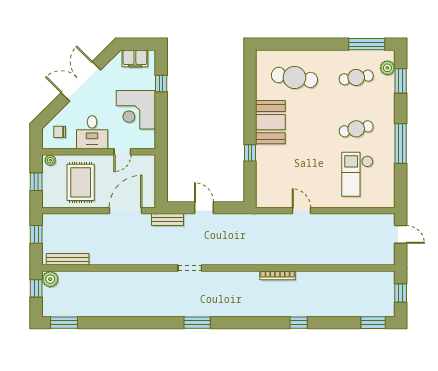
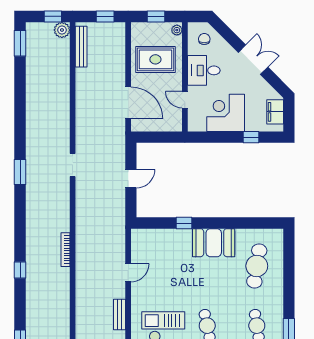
double door: (81, 81) -> (253, 60), width x0.73
bench: (168, 220) -> (120, 315), moved

